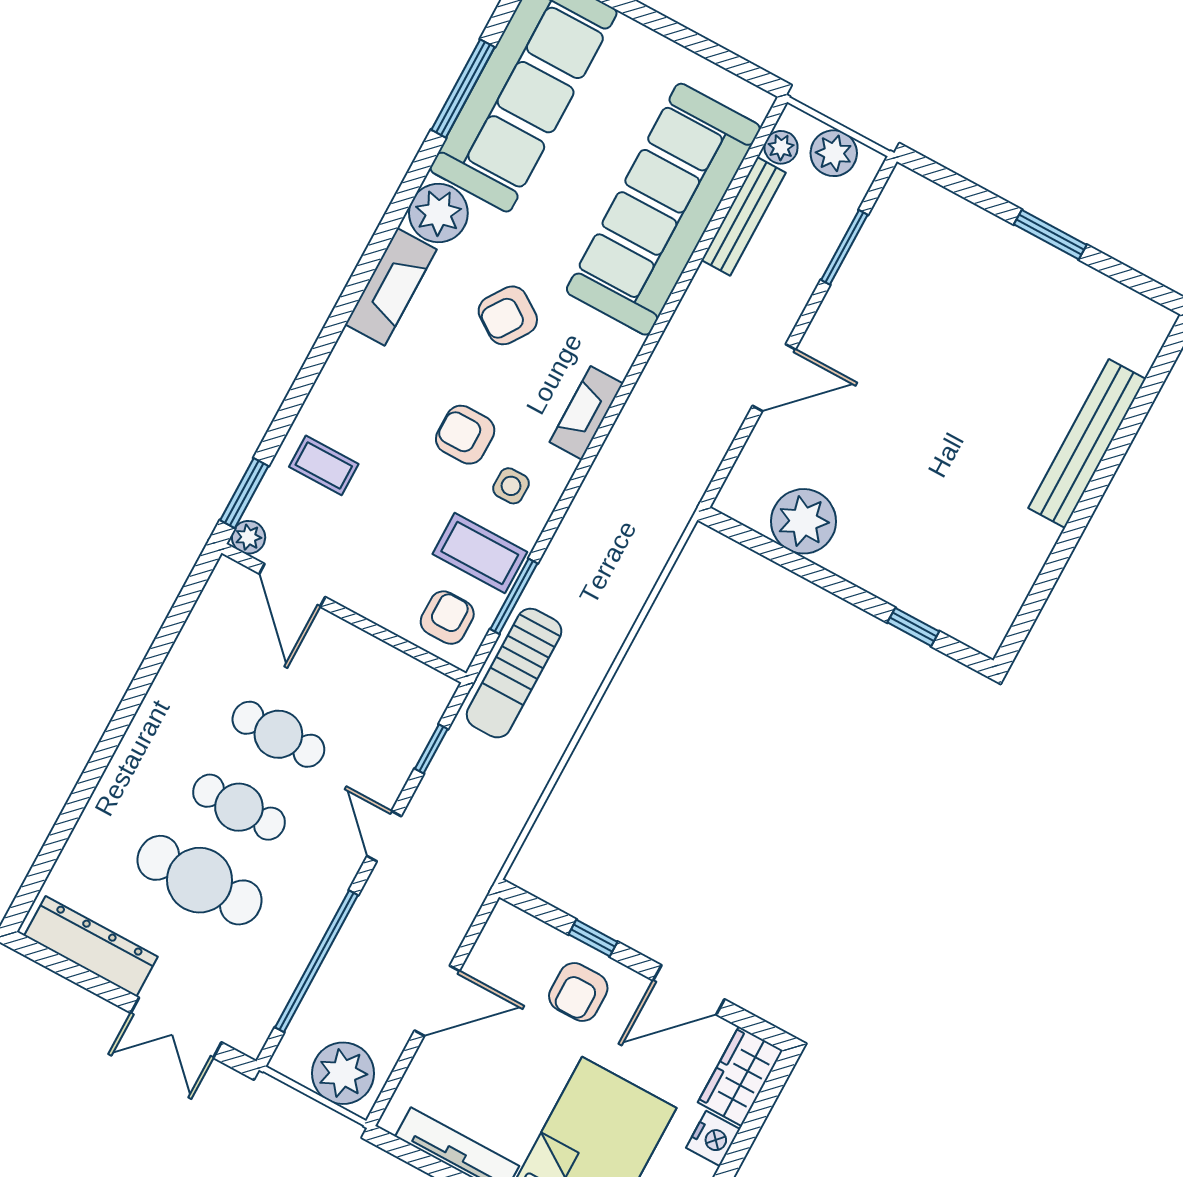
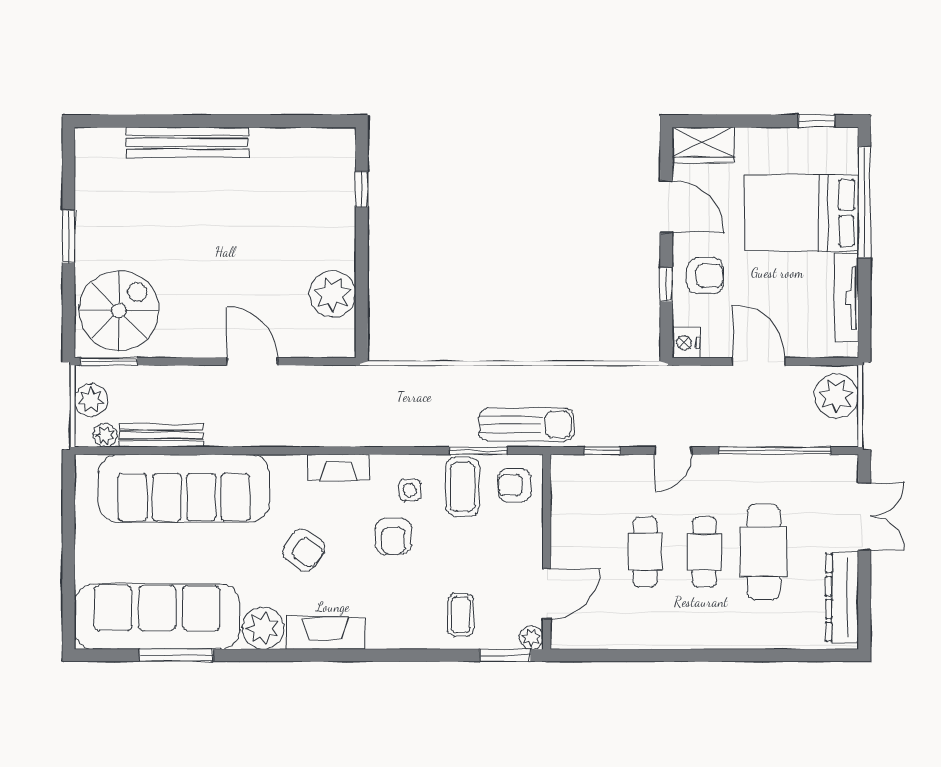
window: (844, 247) -> (109, 361), moved
spiral stairs: (925, 247) -> (119, 310), added
nightstand: (713, 1139) -> (686, 343), moved, turned -90

